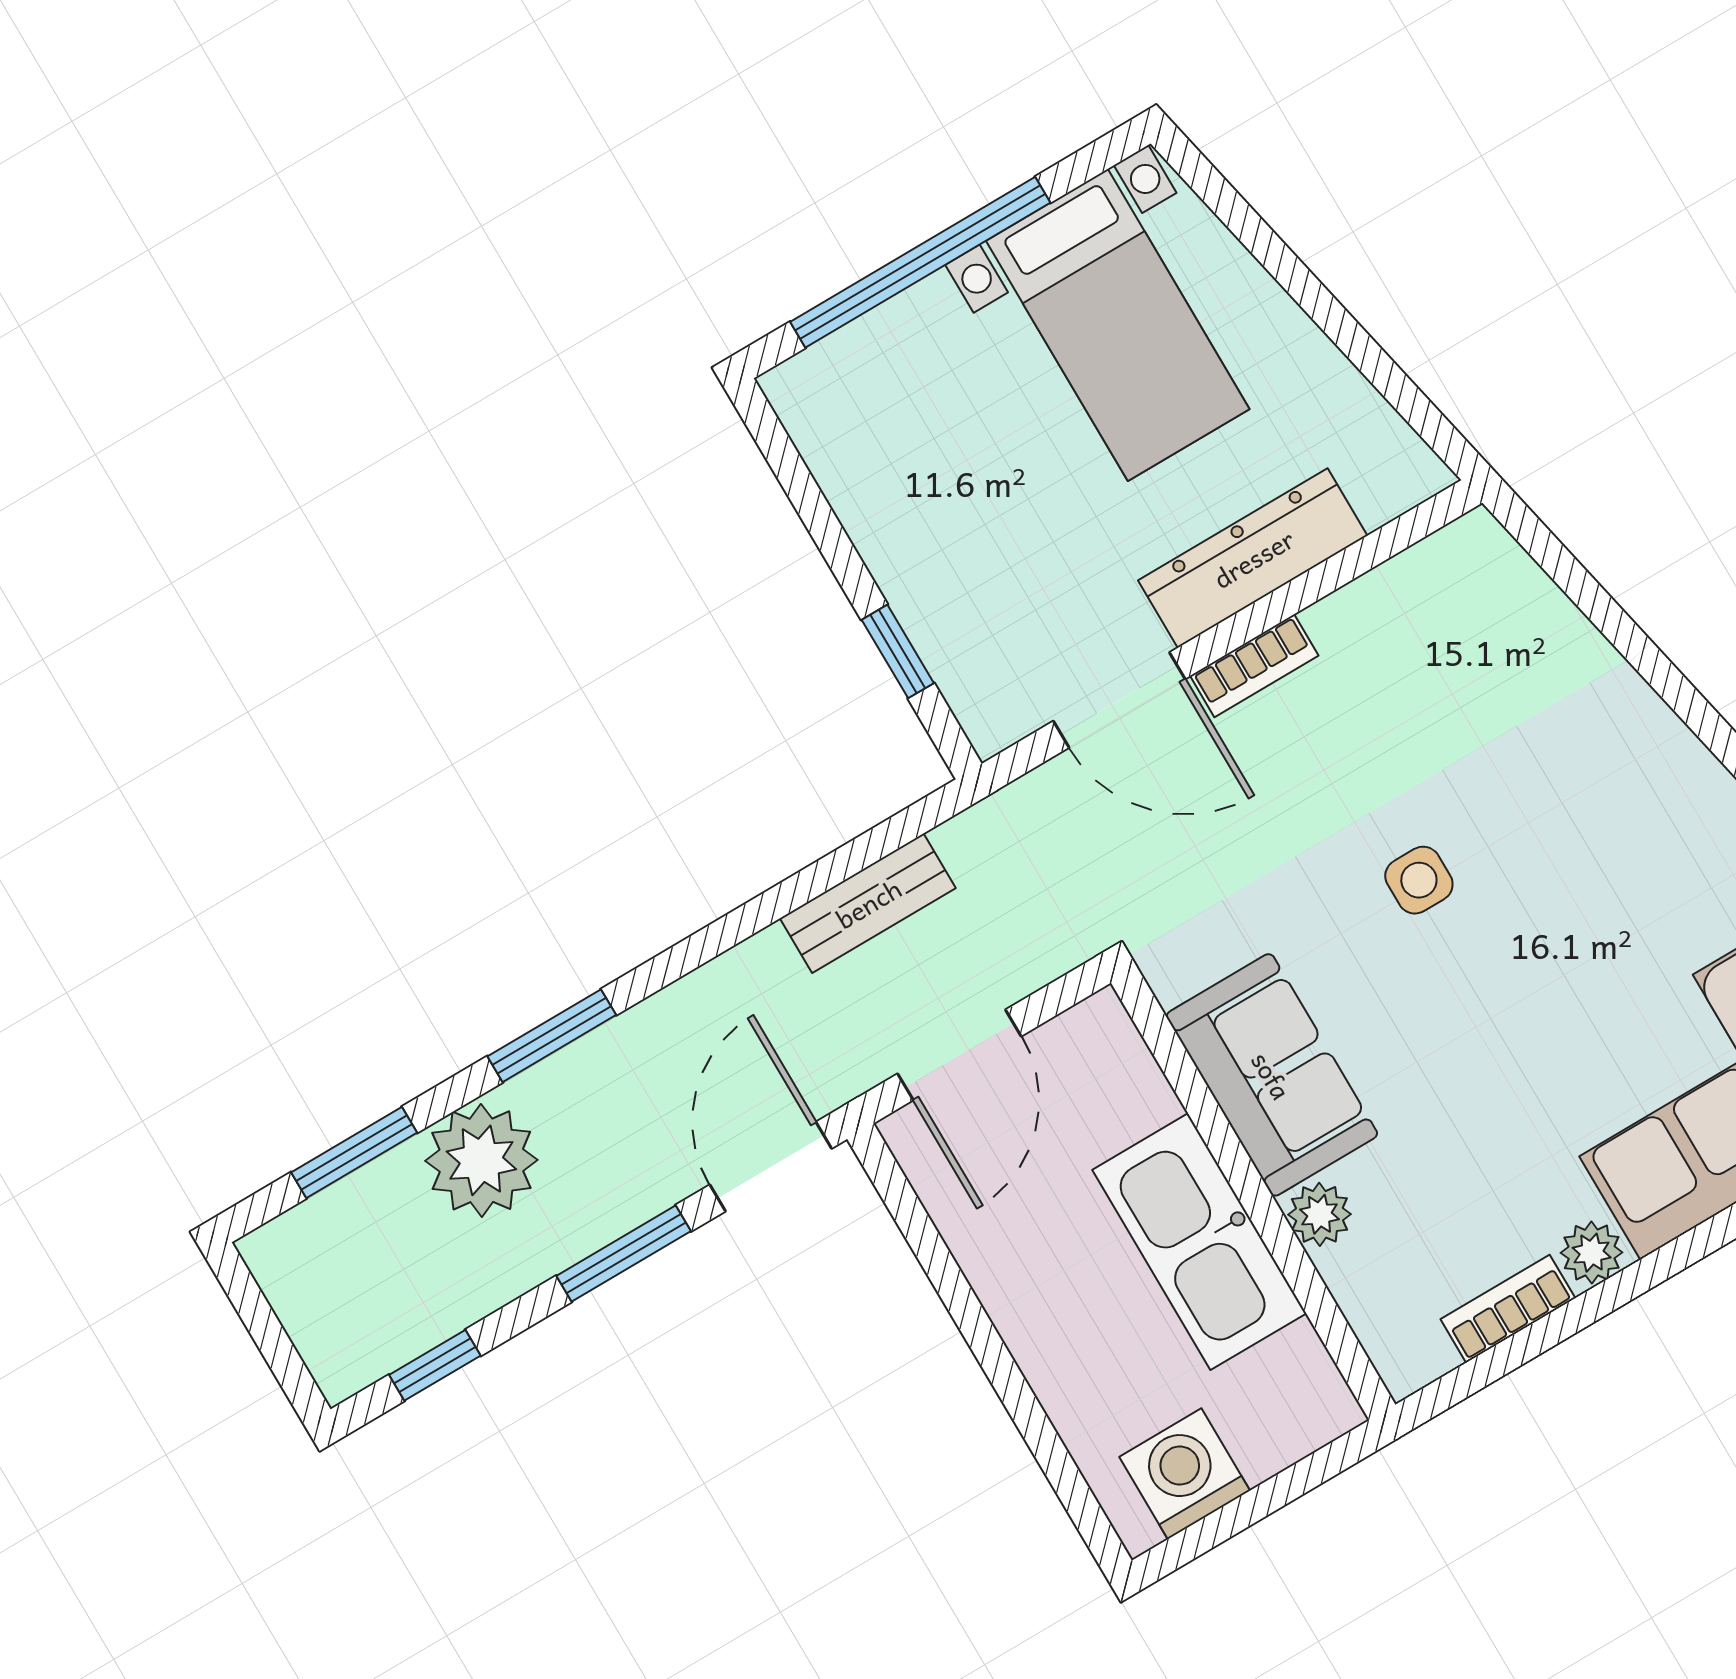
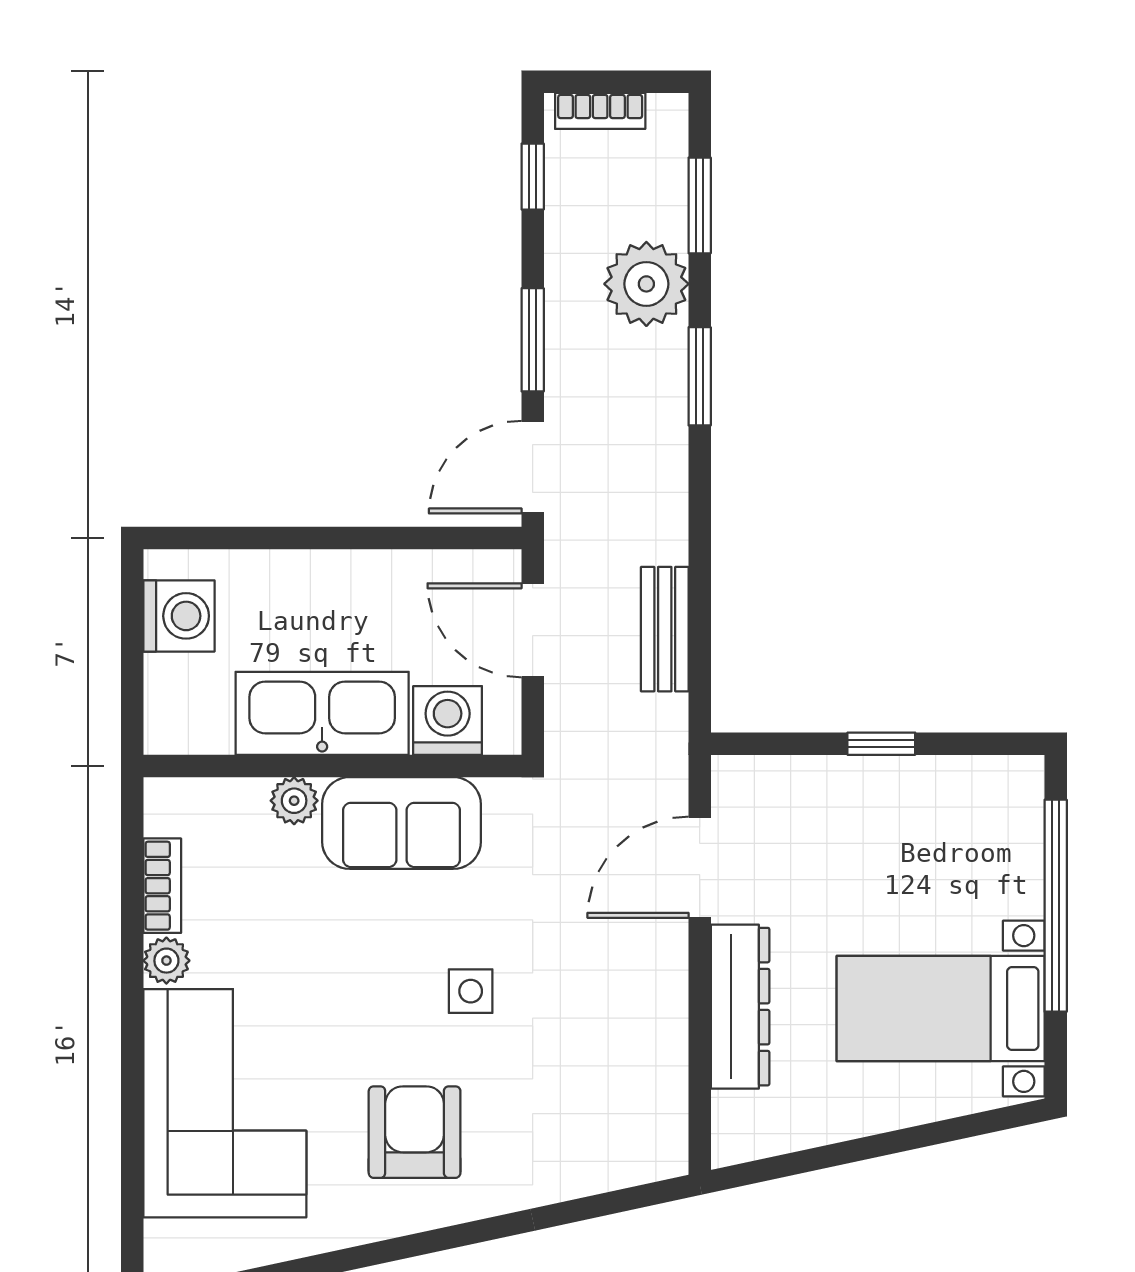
window: (898, 651) -> (881, 744), moved
bookcase: (1254, 666) -> (600, 111), moved, turned -90
armchair: (1620, 849) -> (415, 1132), added
washing machine: (1122, 1092) -> (448, 720), added
door: (771, 1167) -> (533, 467), swing flipped

